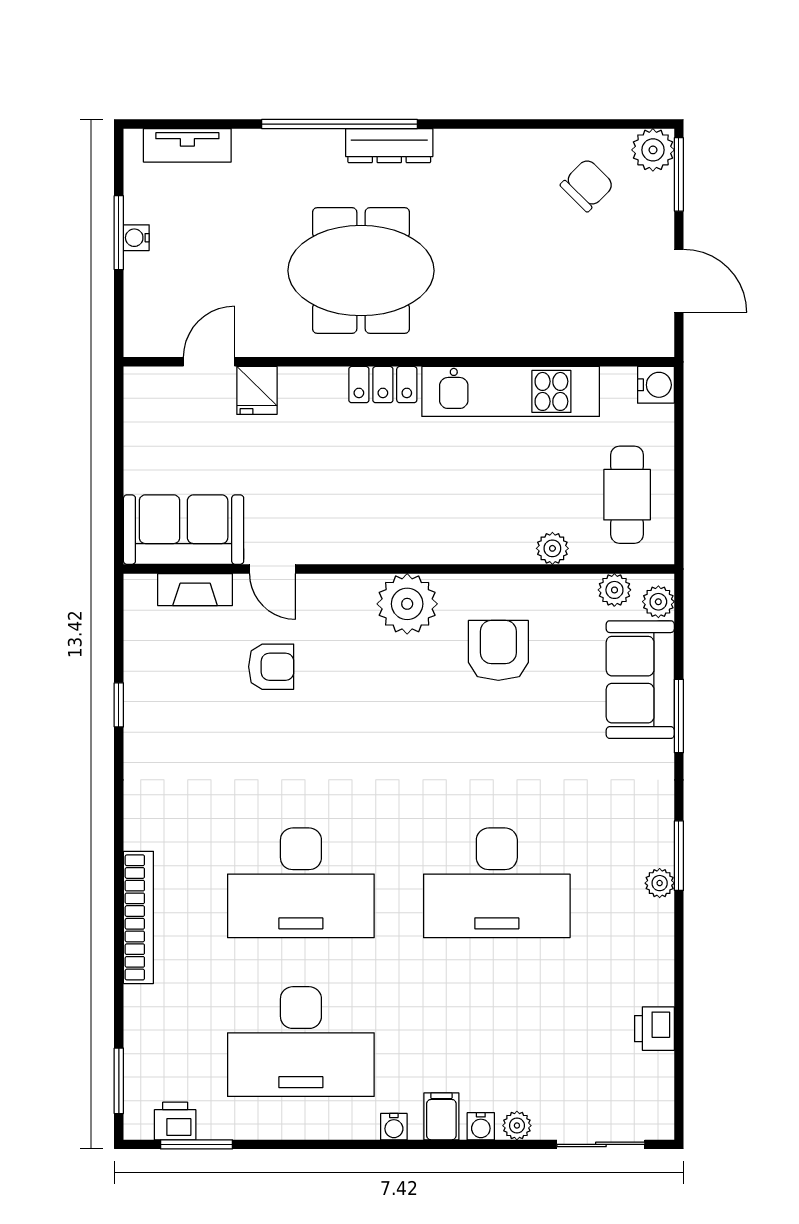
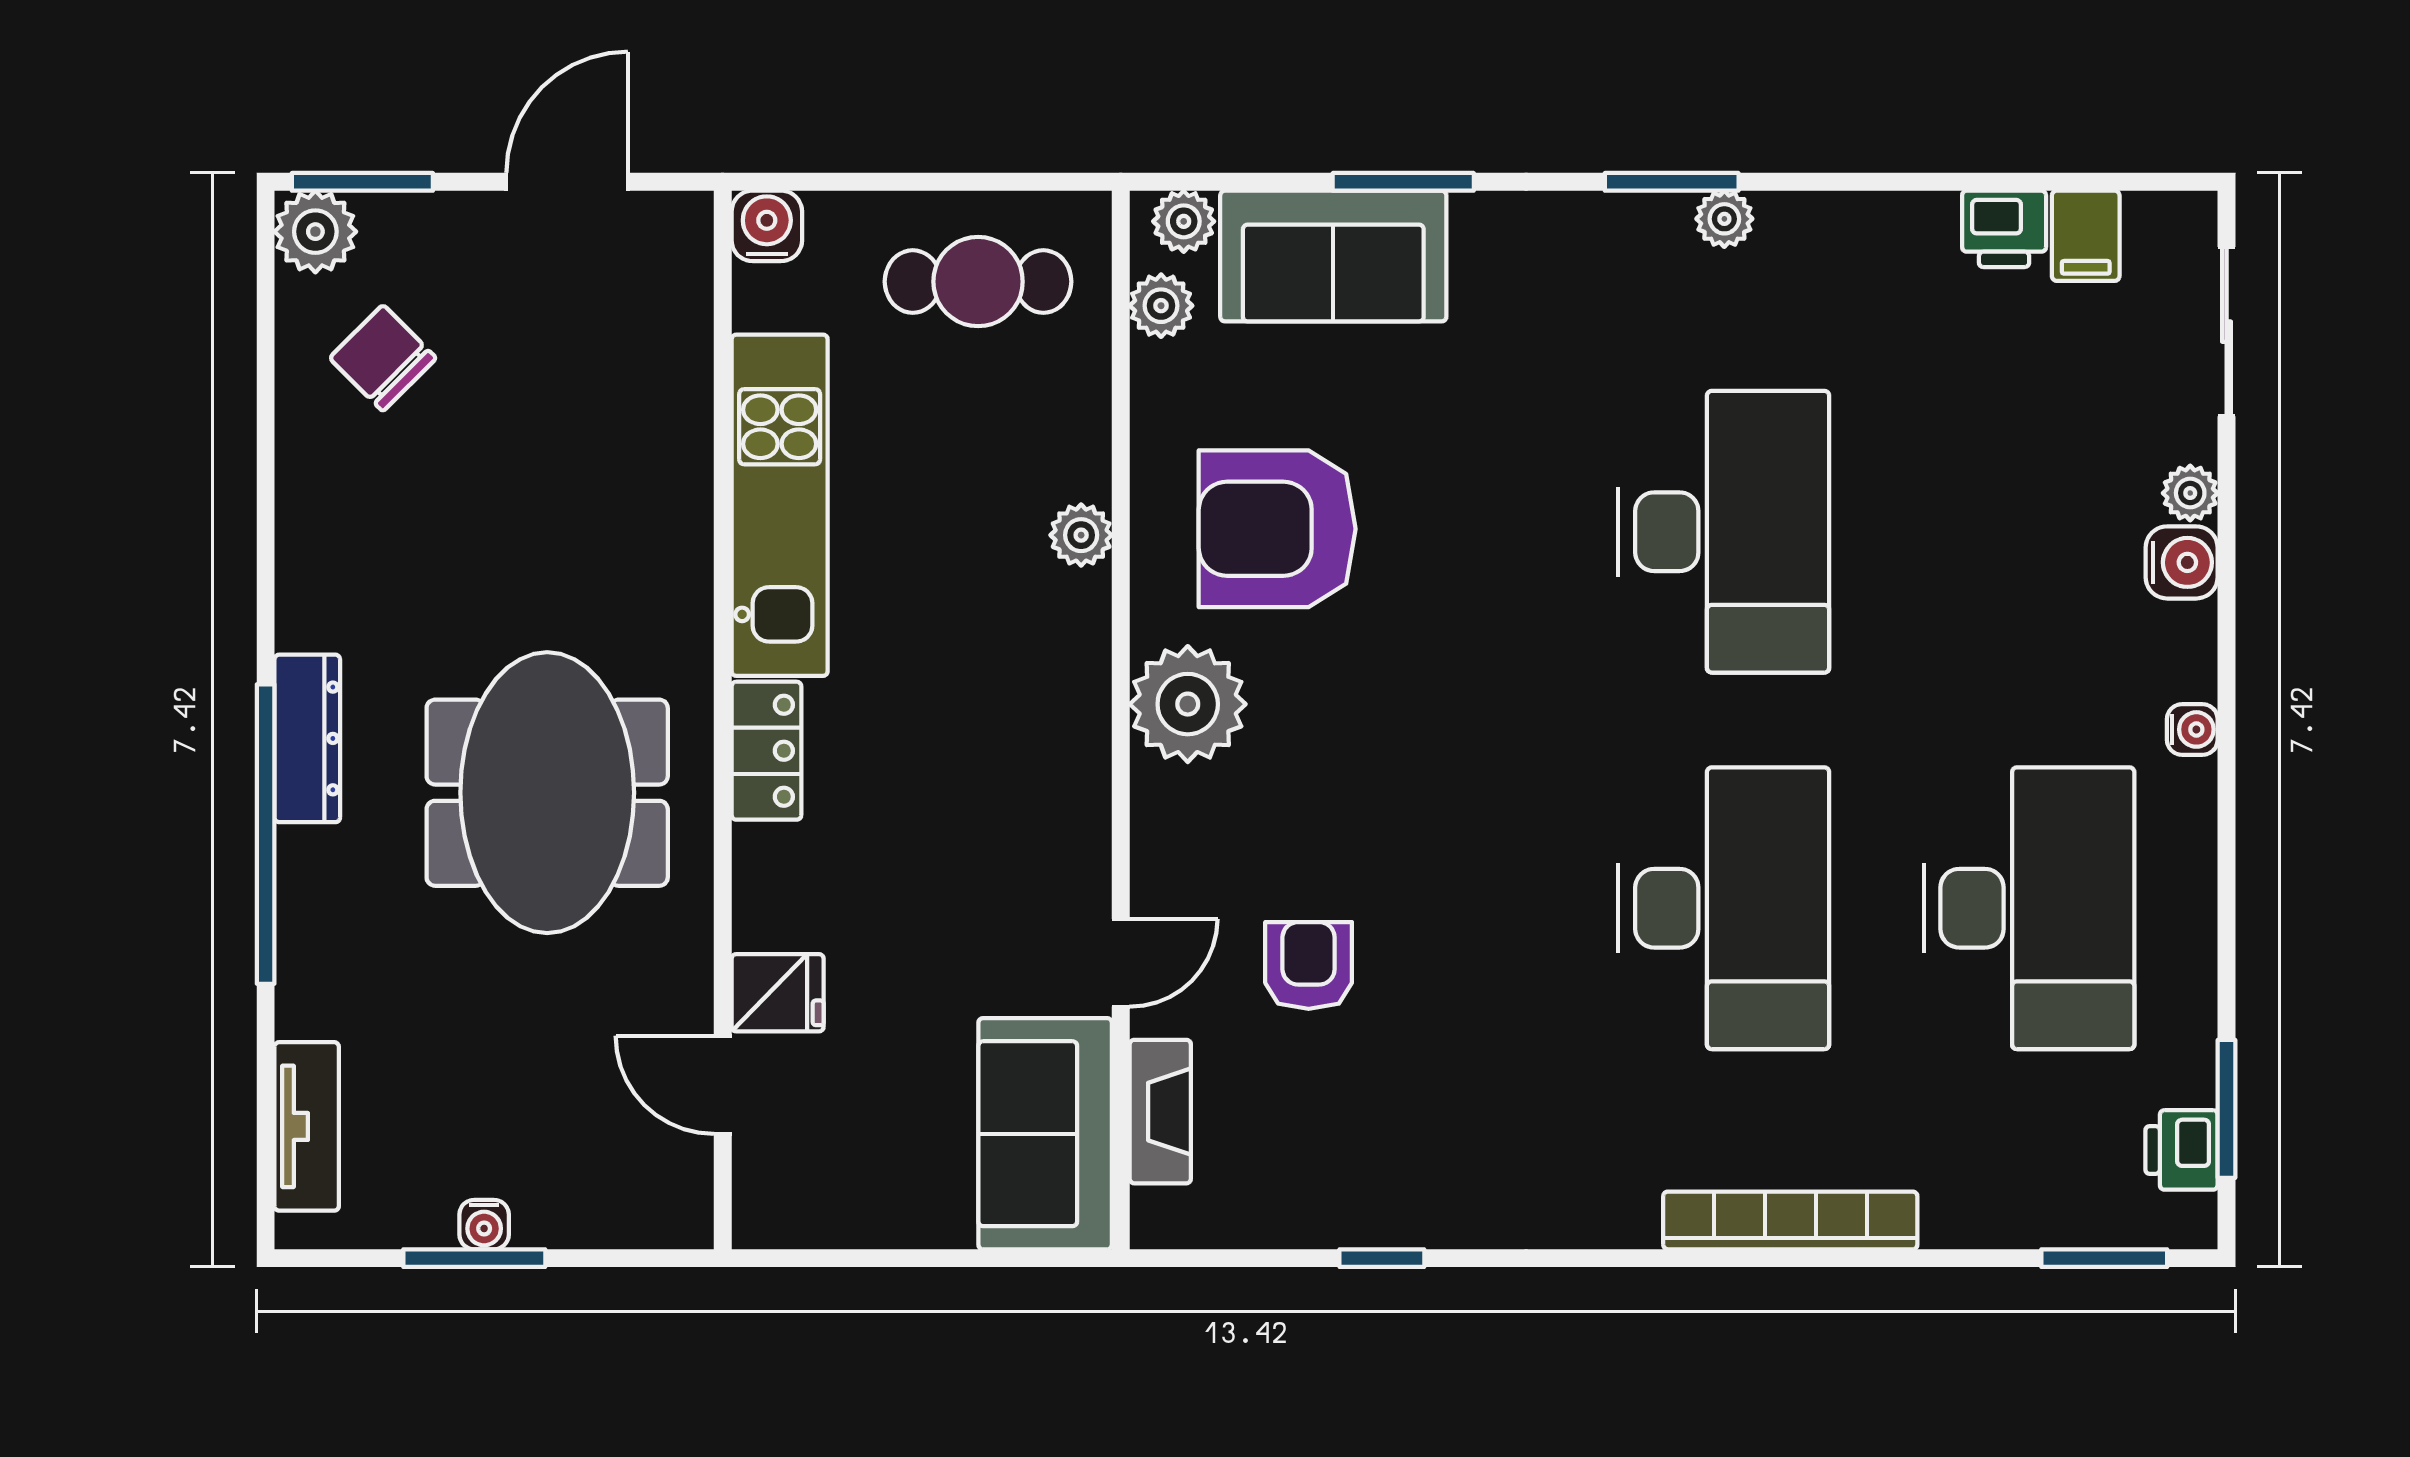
plant: (552, 548) -> (1081, 535), moved
armchair: (498, 650) -> (1277, 529), width x1.36, depth x1.36
filing cabinet: (441, 1116) -> (2086, 236), moved, turned -90
water cooler: (481, 1126) -> (2182, 562), width x1.38, depth x1.38

